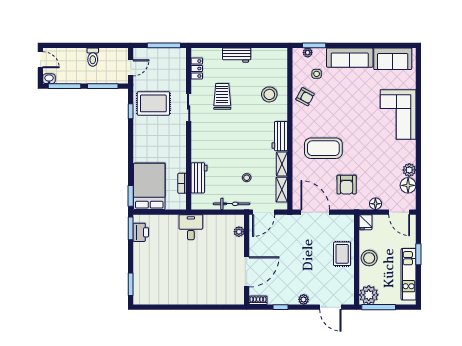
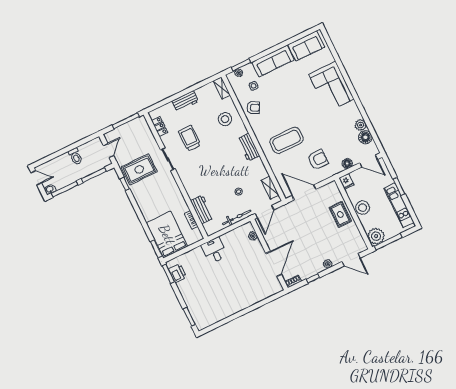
shelving: (282, 164) -> (222, 88), moved
armchair: (347, 185) -> (318, 160), turned -90

